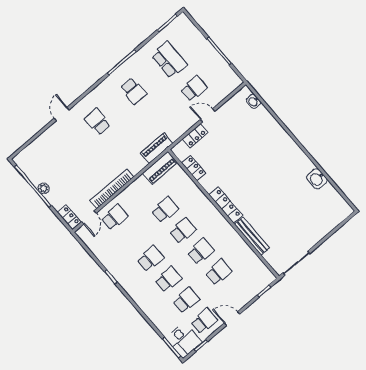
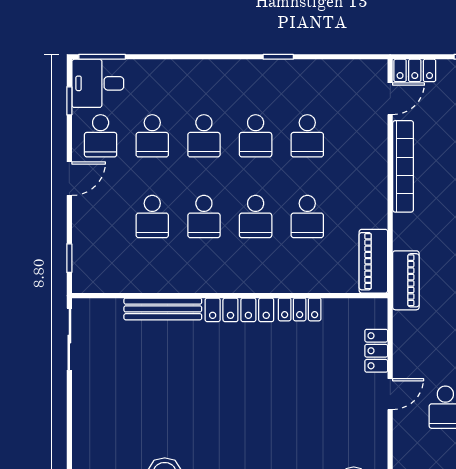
locker: (194, 168) -> (300, 309), moved
door: (89, 217) -> (390, 99), swing flipped
school desk: (115, 217) -> (307, 136), moved

